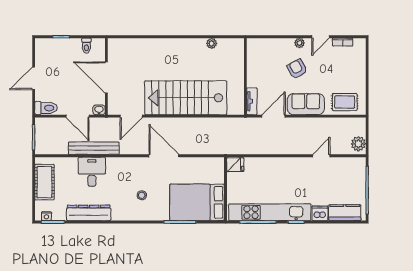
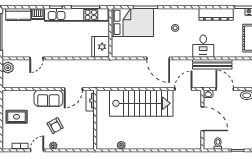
rug: (345, 102) -> (17, 117), moved
fridge: (235, 165) -> (101, 47), width x1.88, depth x1.34
desk: (92, 172) -> (203, 46), moved

